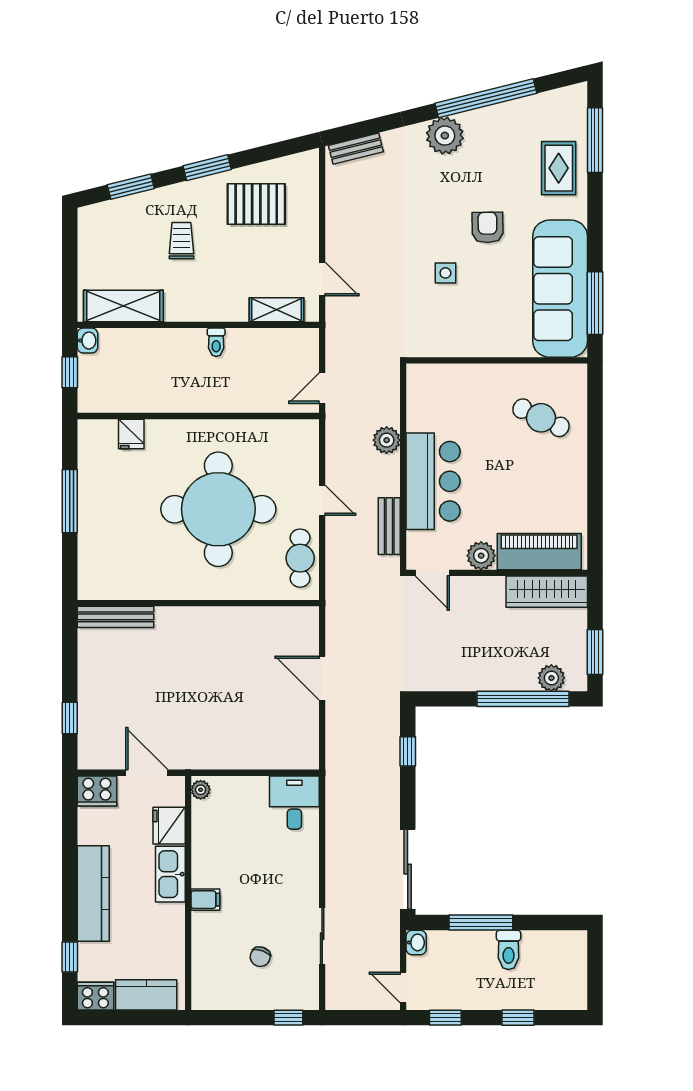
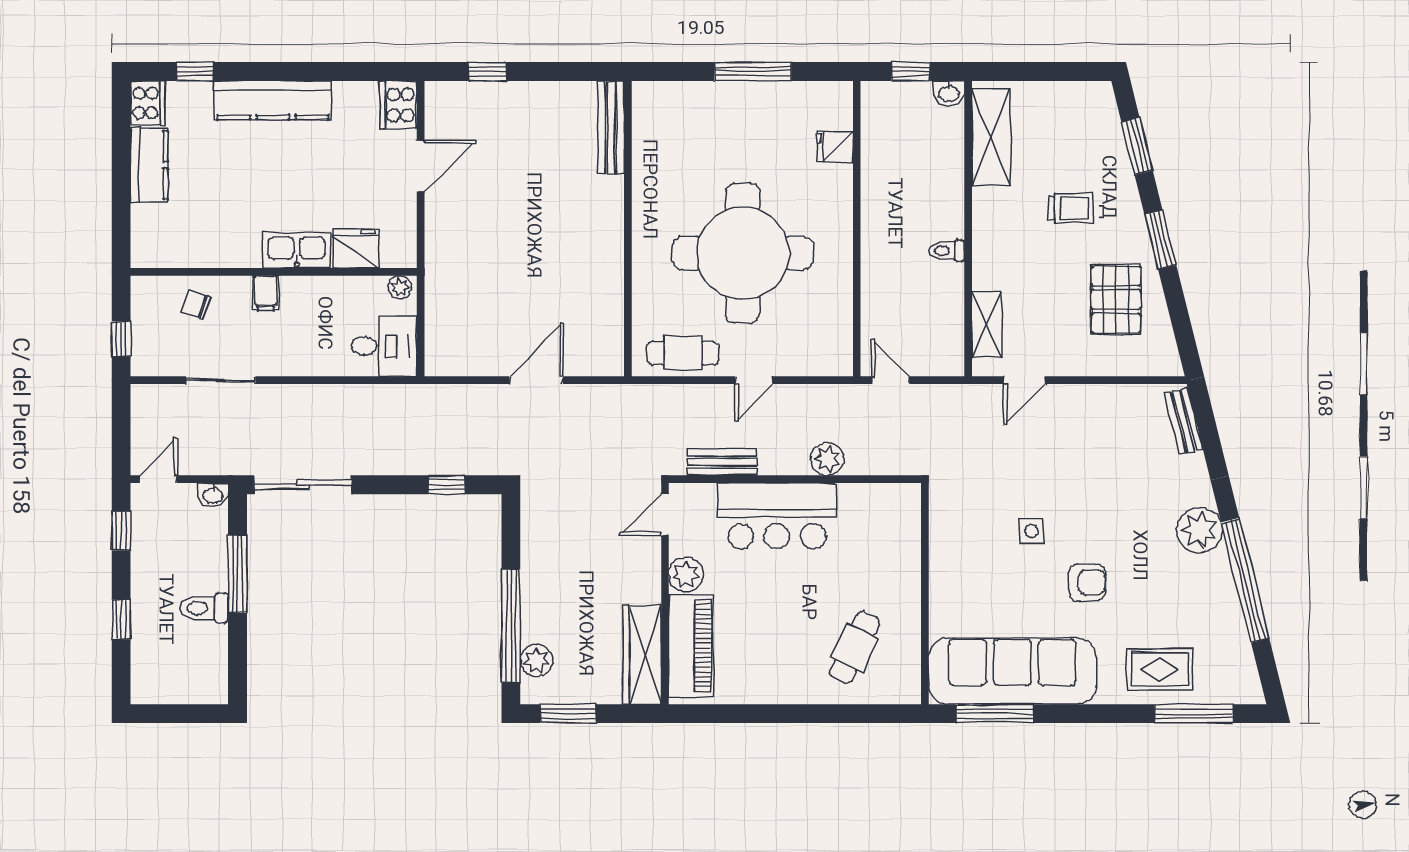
plant: (201, 790) -> (400, 287), moved
fridge: (169, 826) -> (356, 249), moved
kitchen sink: (170, 874) -> (297, 250), moved
wall: (188, 893) -> (274, 272), moved
filing cabinet: (205, 900) -> (265, 293), moved

